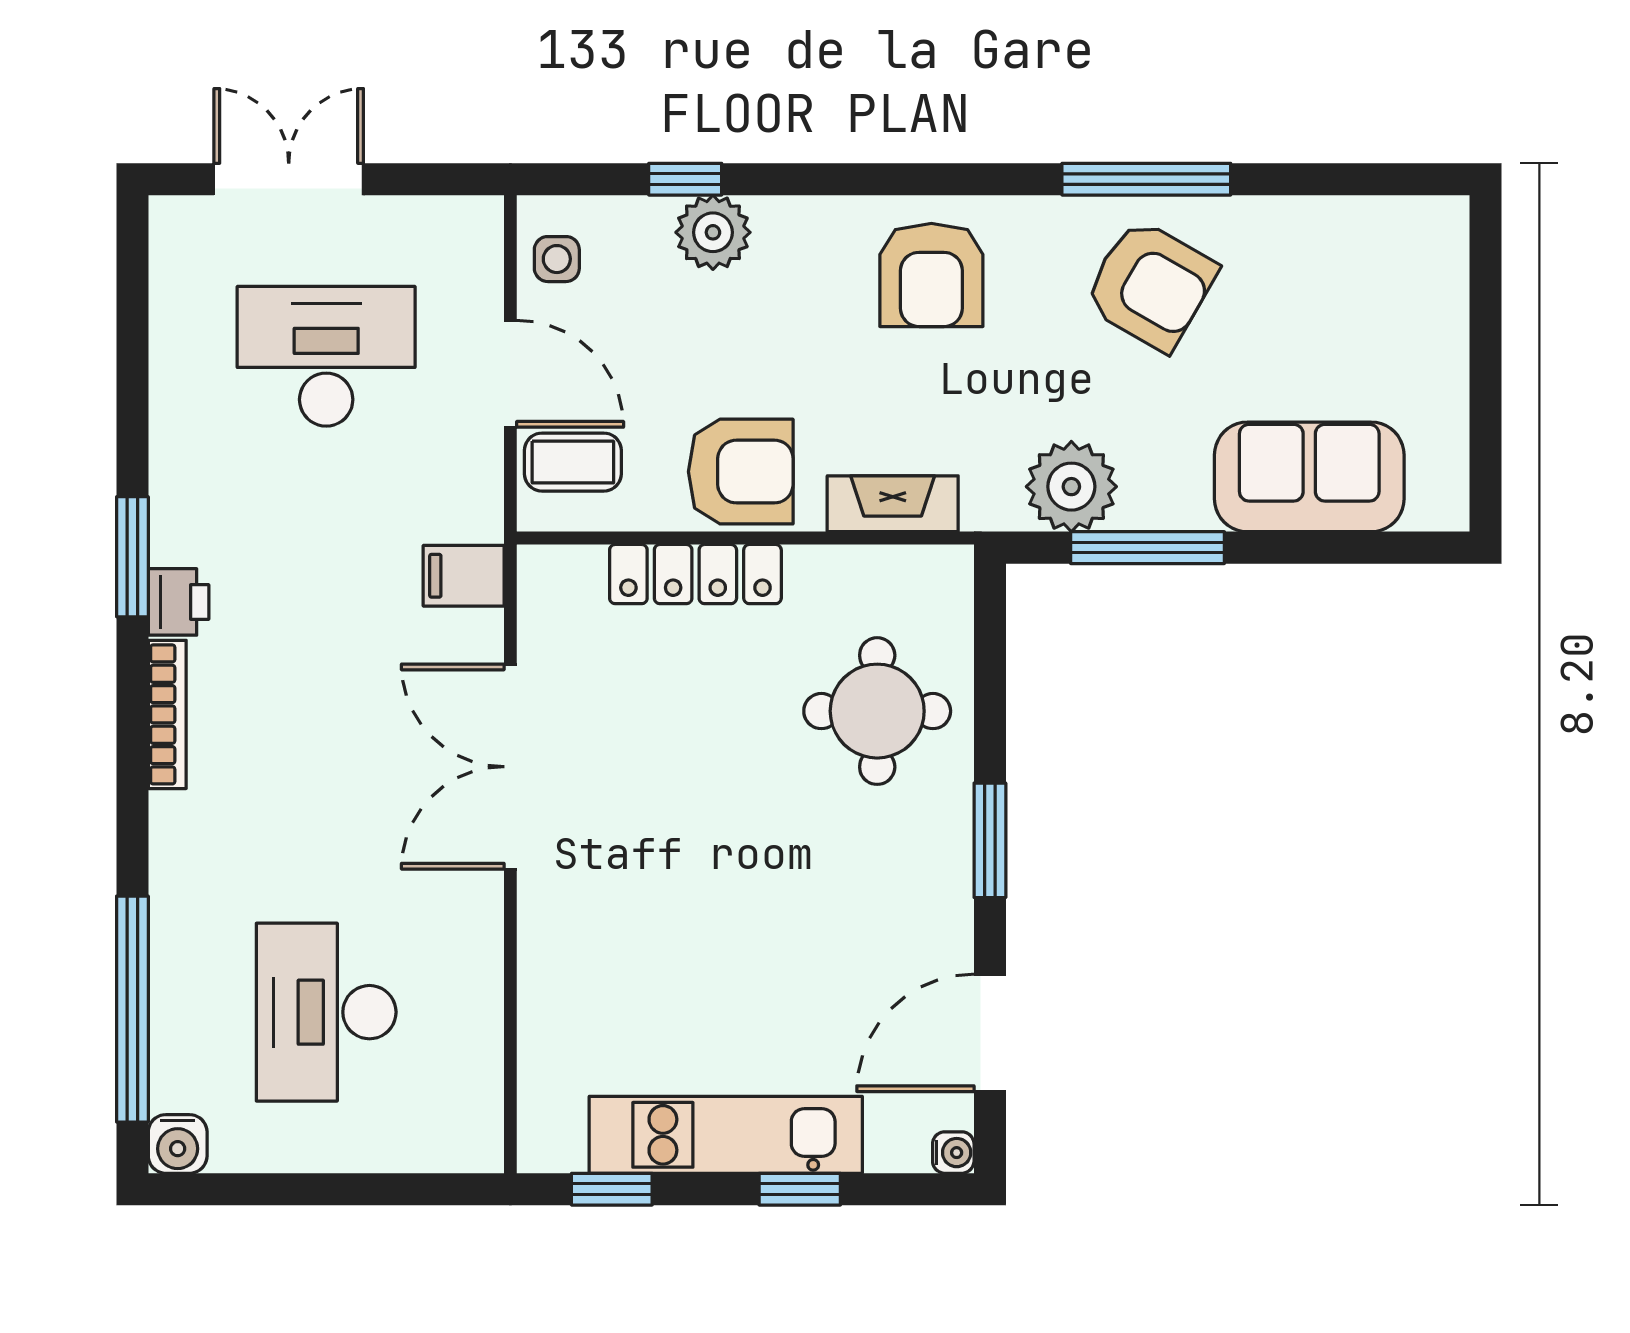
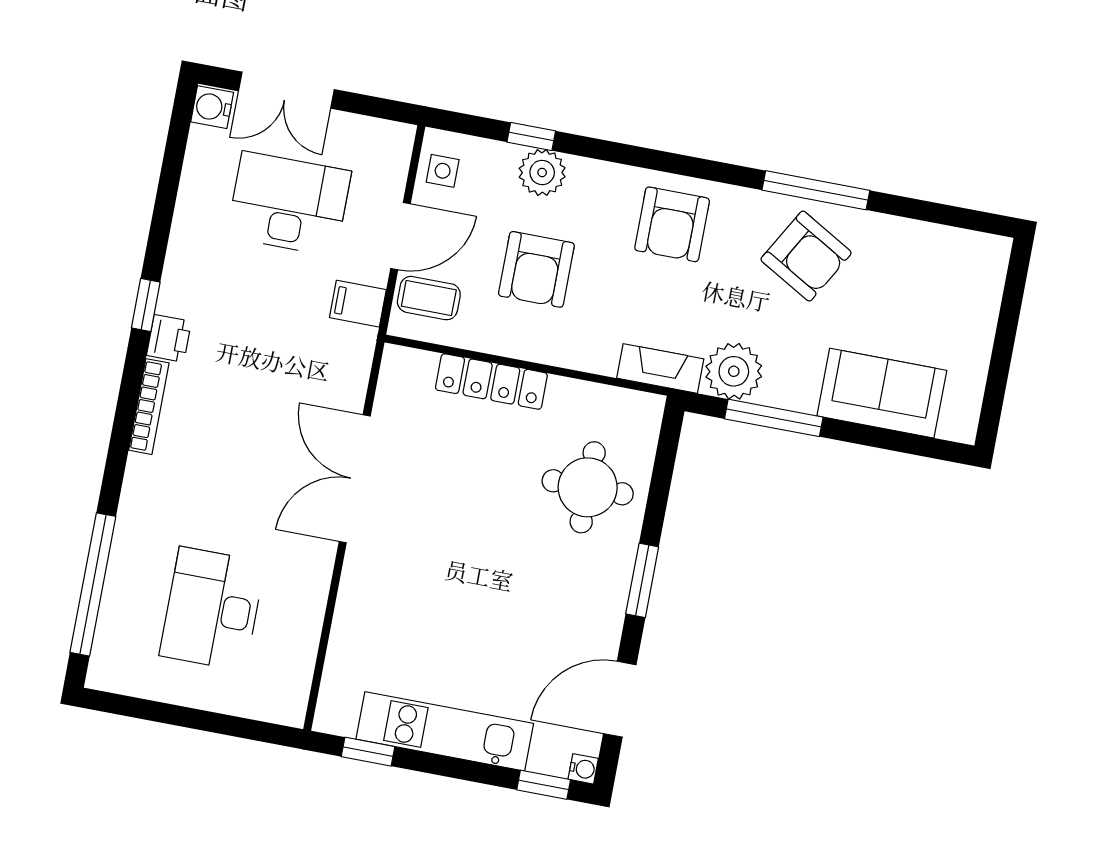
double door: (289, 179) -> (286, 90), swing flipped
door: (510, 374) -> (401, 236), hinge flipped
armchair: (741, 472) -> (536, 269), moved, turned 90
fireplace: (893, 504) -> (660, 368), moved
window: (132, 557) -> (146, 305), width x0.67
filing cabinet: (464, 576) -> (358, 304), moved
water cooler: (178, 1144) -> (212, 107), moved, turned 90
window: (800, 1189) -> (544, 785), moved

